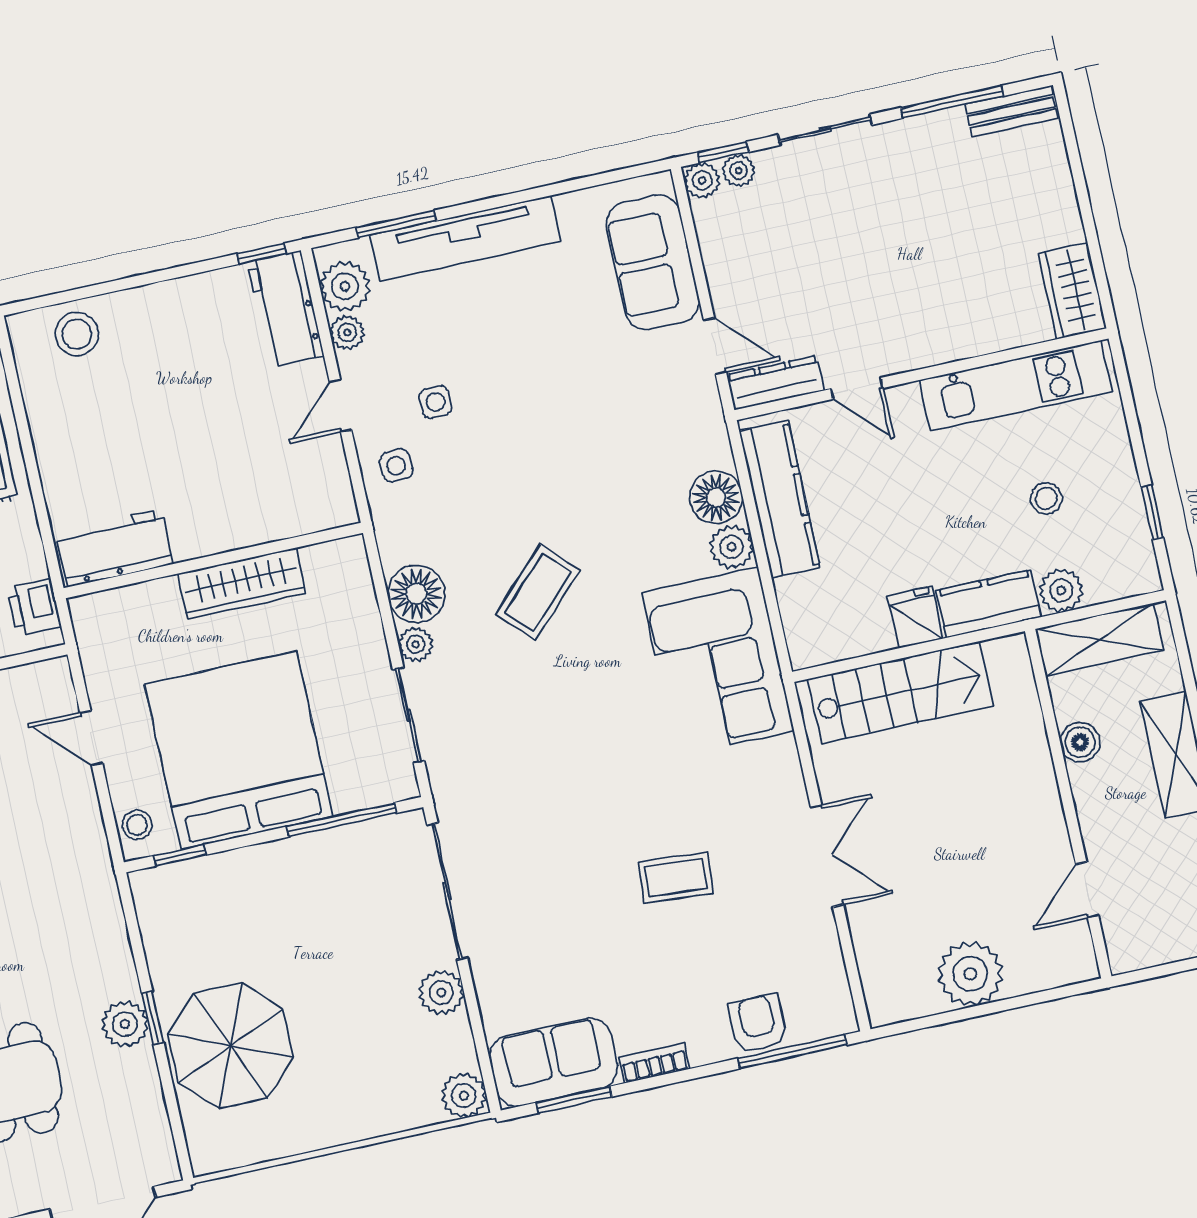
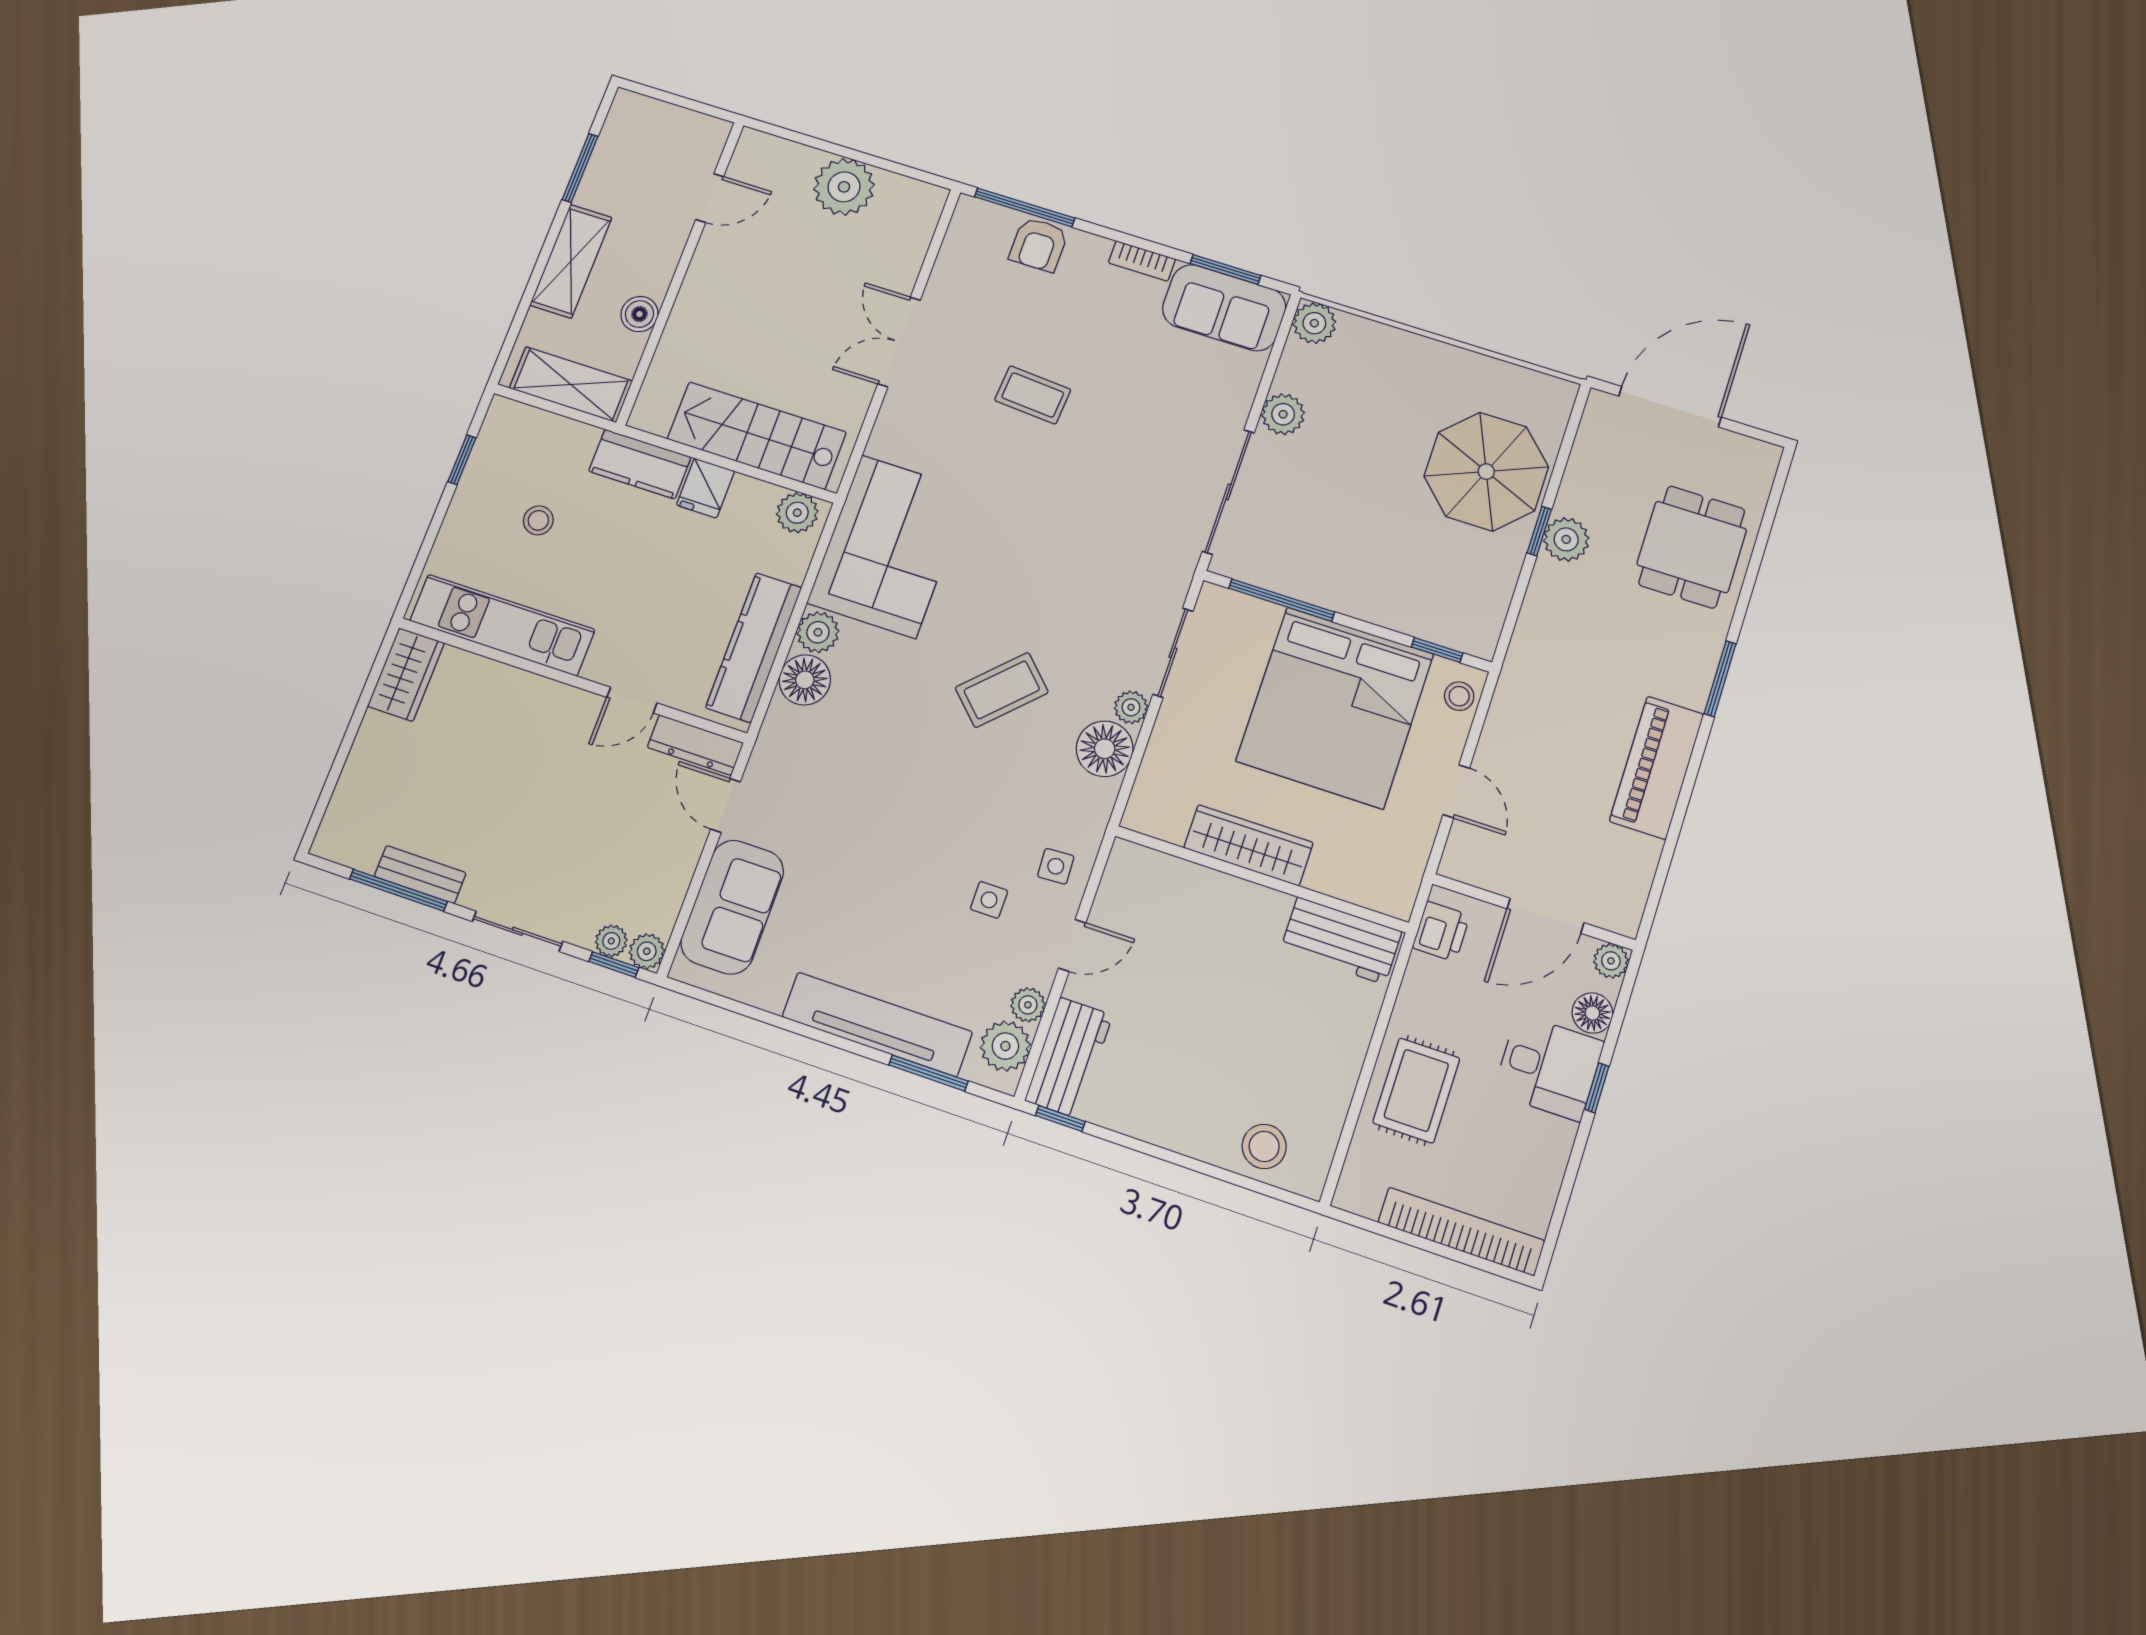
bench: (1012, 111) -> (420, 875), moved
door: (857, 388) -> (632, 700), swing flipped
plant: (1061, 590) -> (797, 513), moved

